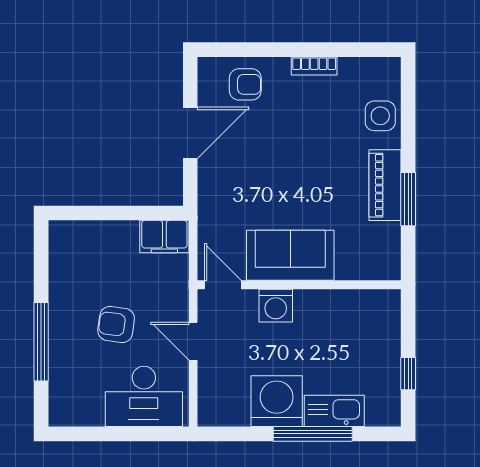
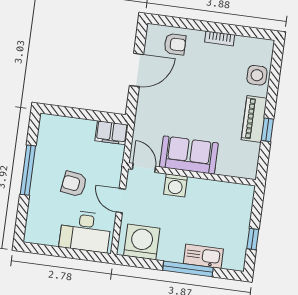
window: (408, 199) -> (267, 130), width x0.67
window: (41, 342) -> (28, 170), moved
washing machine: (277, 401) -> (142, 242), moved

